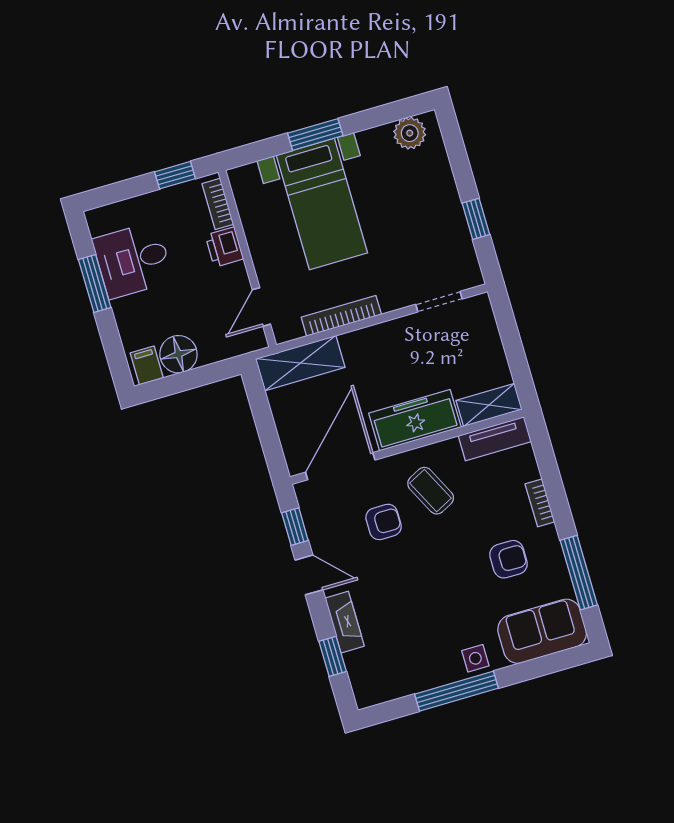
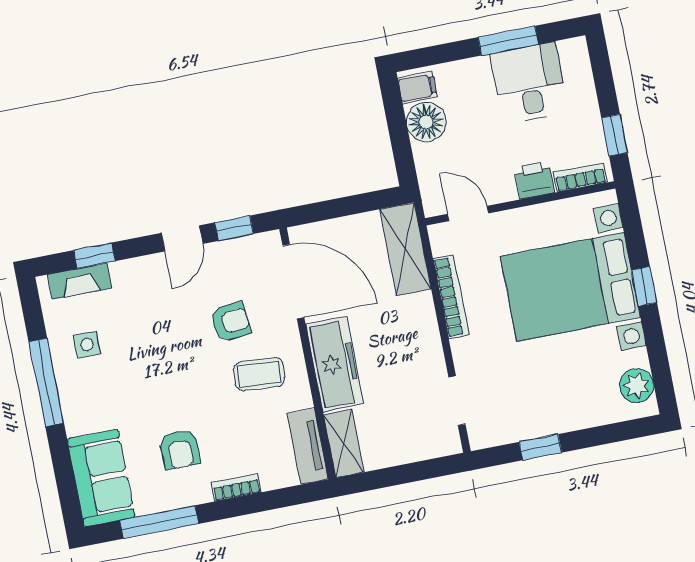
window: (315, 134) -> (644, 286), width x0.67
bed with nightstands: (322, 204) -> (570, 287), width x1.36
coffee table: (431, 491) -> (259, 374), turned 31
armchair: (384, 522) -> (231, 322), turned -96
fireplace: (345, 622) -> (80, 281), moved
side table: (475, 658) -> (87, 345), moved

